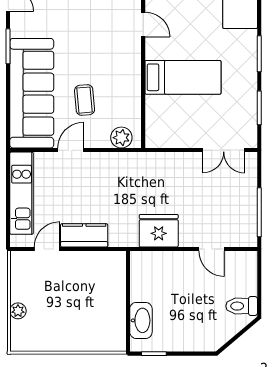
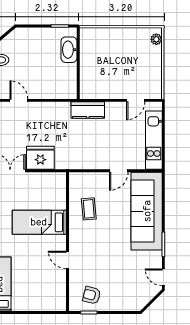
coffee table: (85, 100) -> (89, 209), moved
plant: (121, 138) -> (83, 180), removed
fridge: (159, 231) -> (40, 158), moved, turned 180
kitchen counter: (84, 235) -> (88, 110), moved
plant: (18, 311) -> (156, 39), moved

